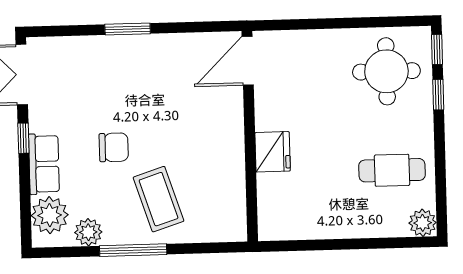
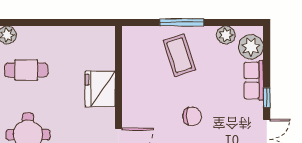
chair: (114, 147) -> (192, 116), moved, turned 180
fridge: (273, 152) -> (100, 89), width x1.36, depth x1.34
window: (133, 250) -> (182, 22), moved

